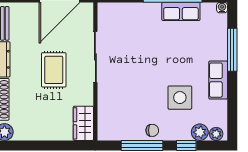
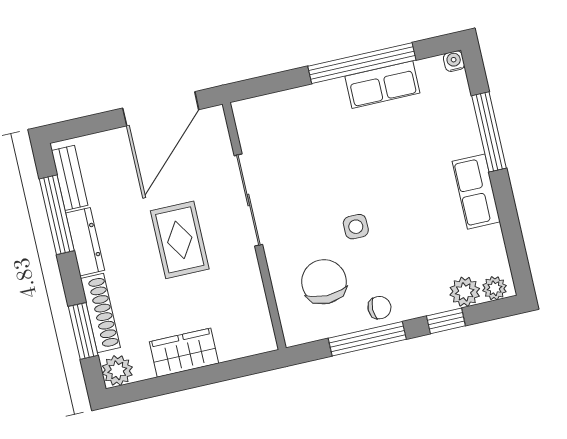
side table: (180, 98) -> (356, 227), moved, width x0.54, depth x0.54
chair: (126, 110) -> (324, 282), added
wardrobe: (83, 123) -> (184, 353), moved, turned 90

